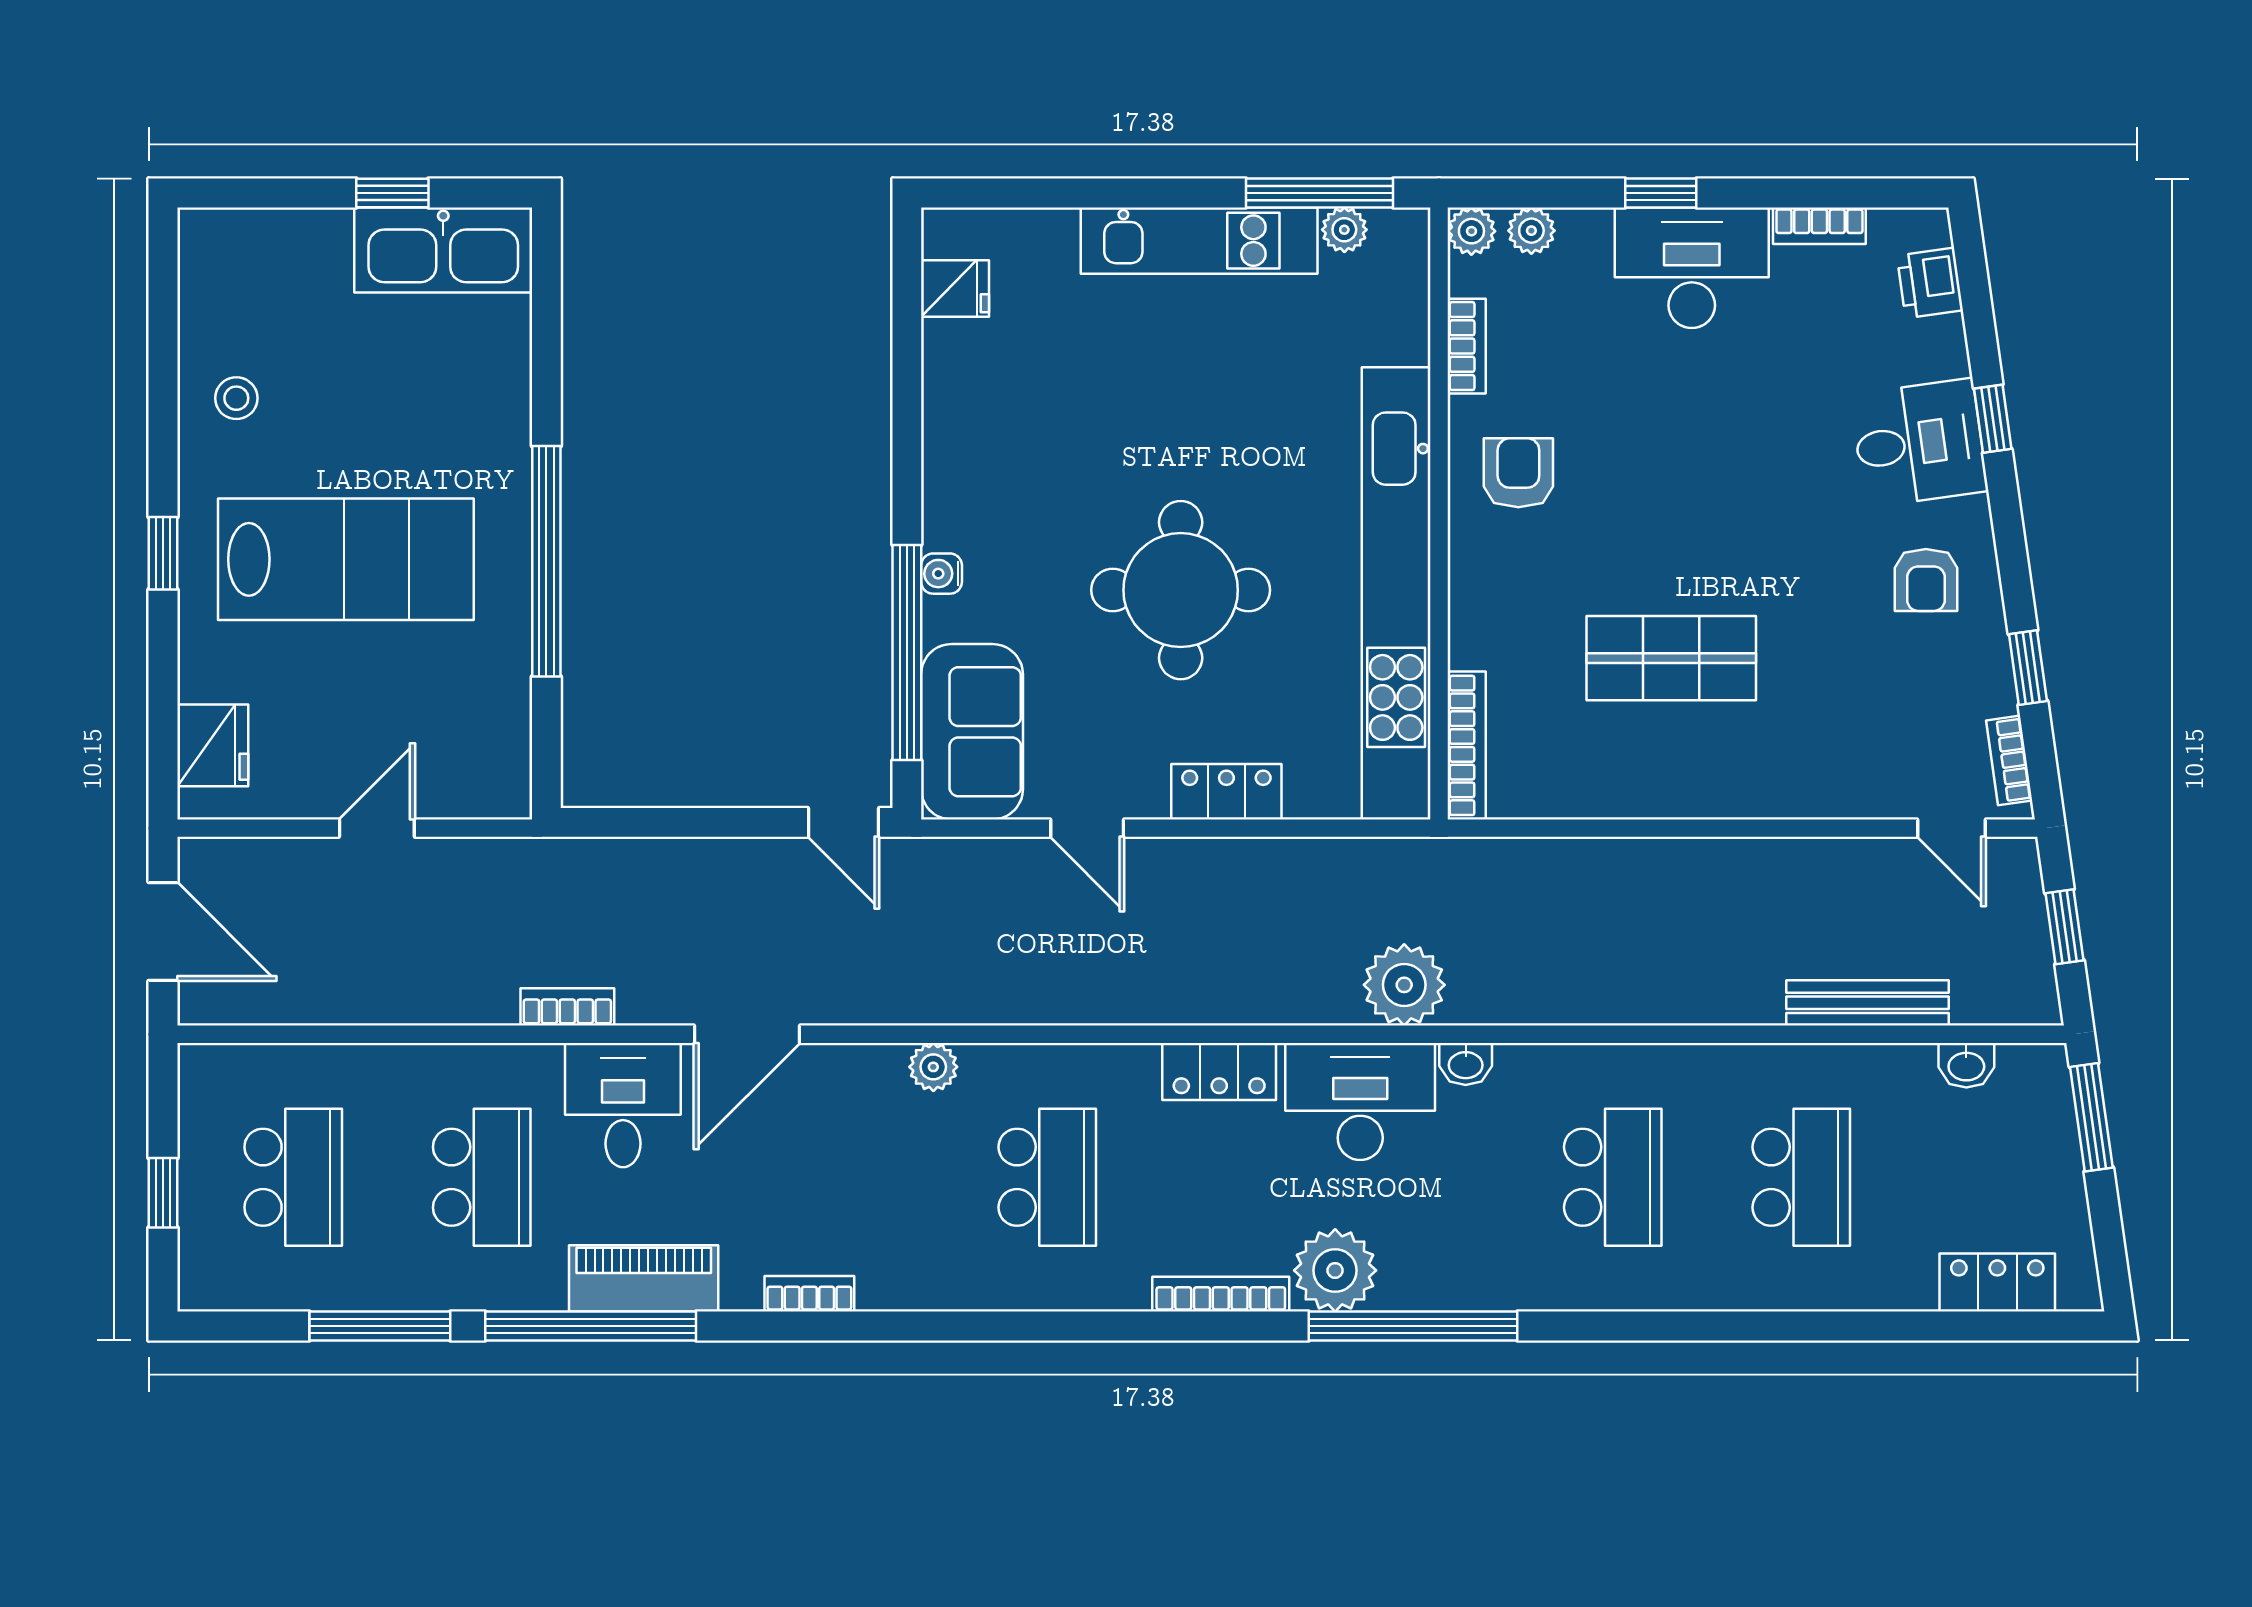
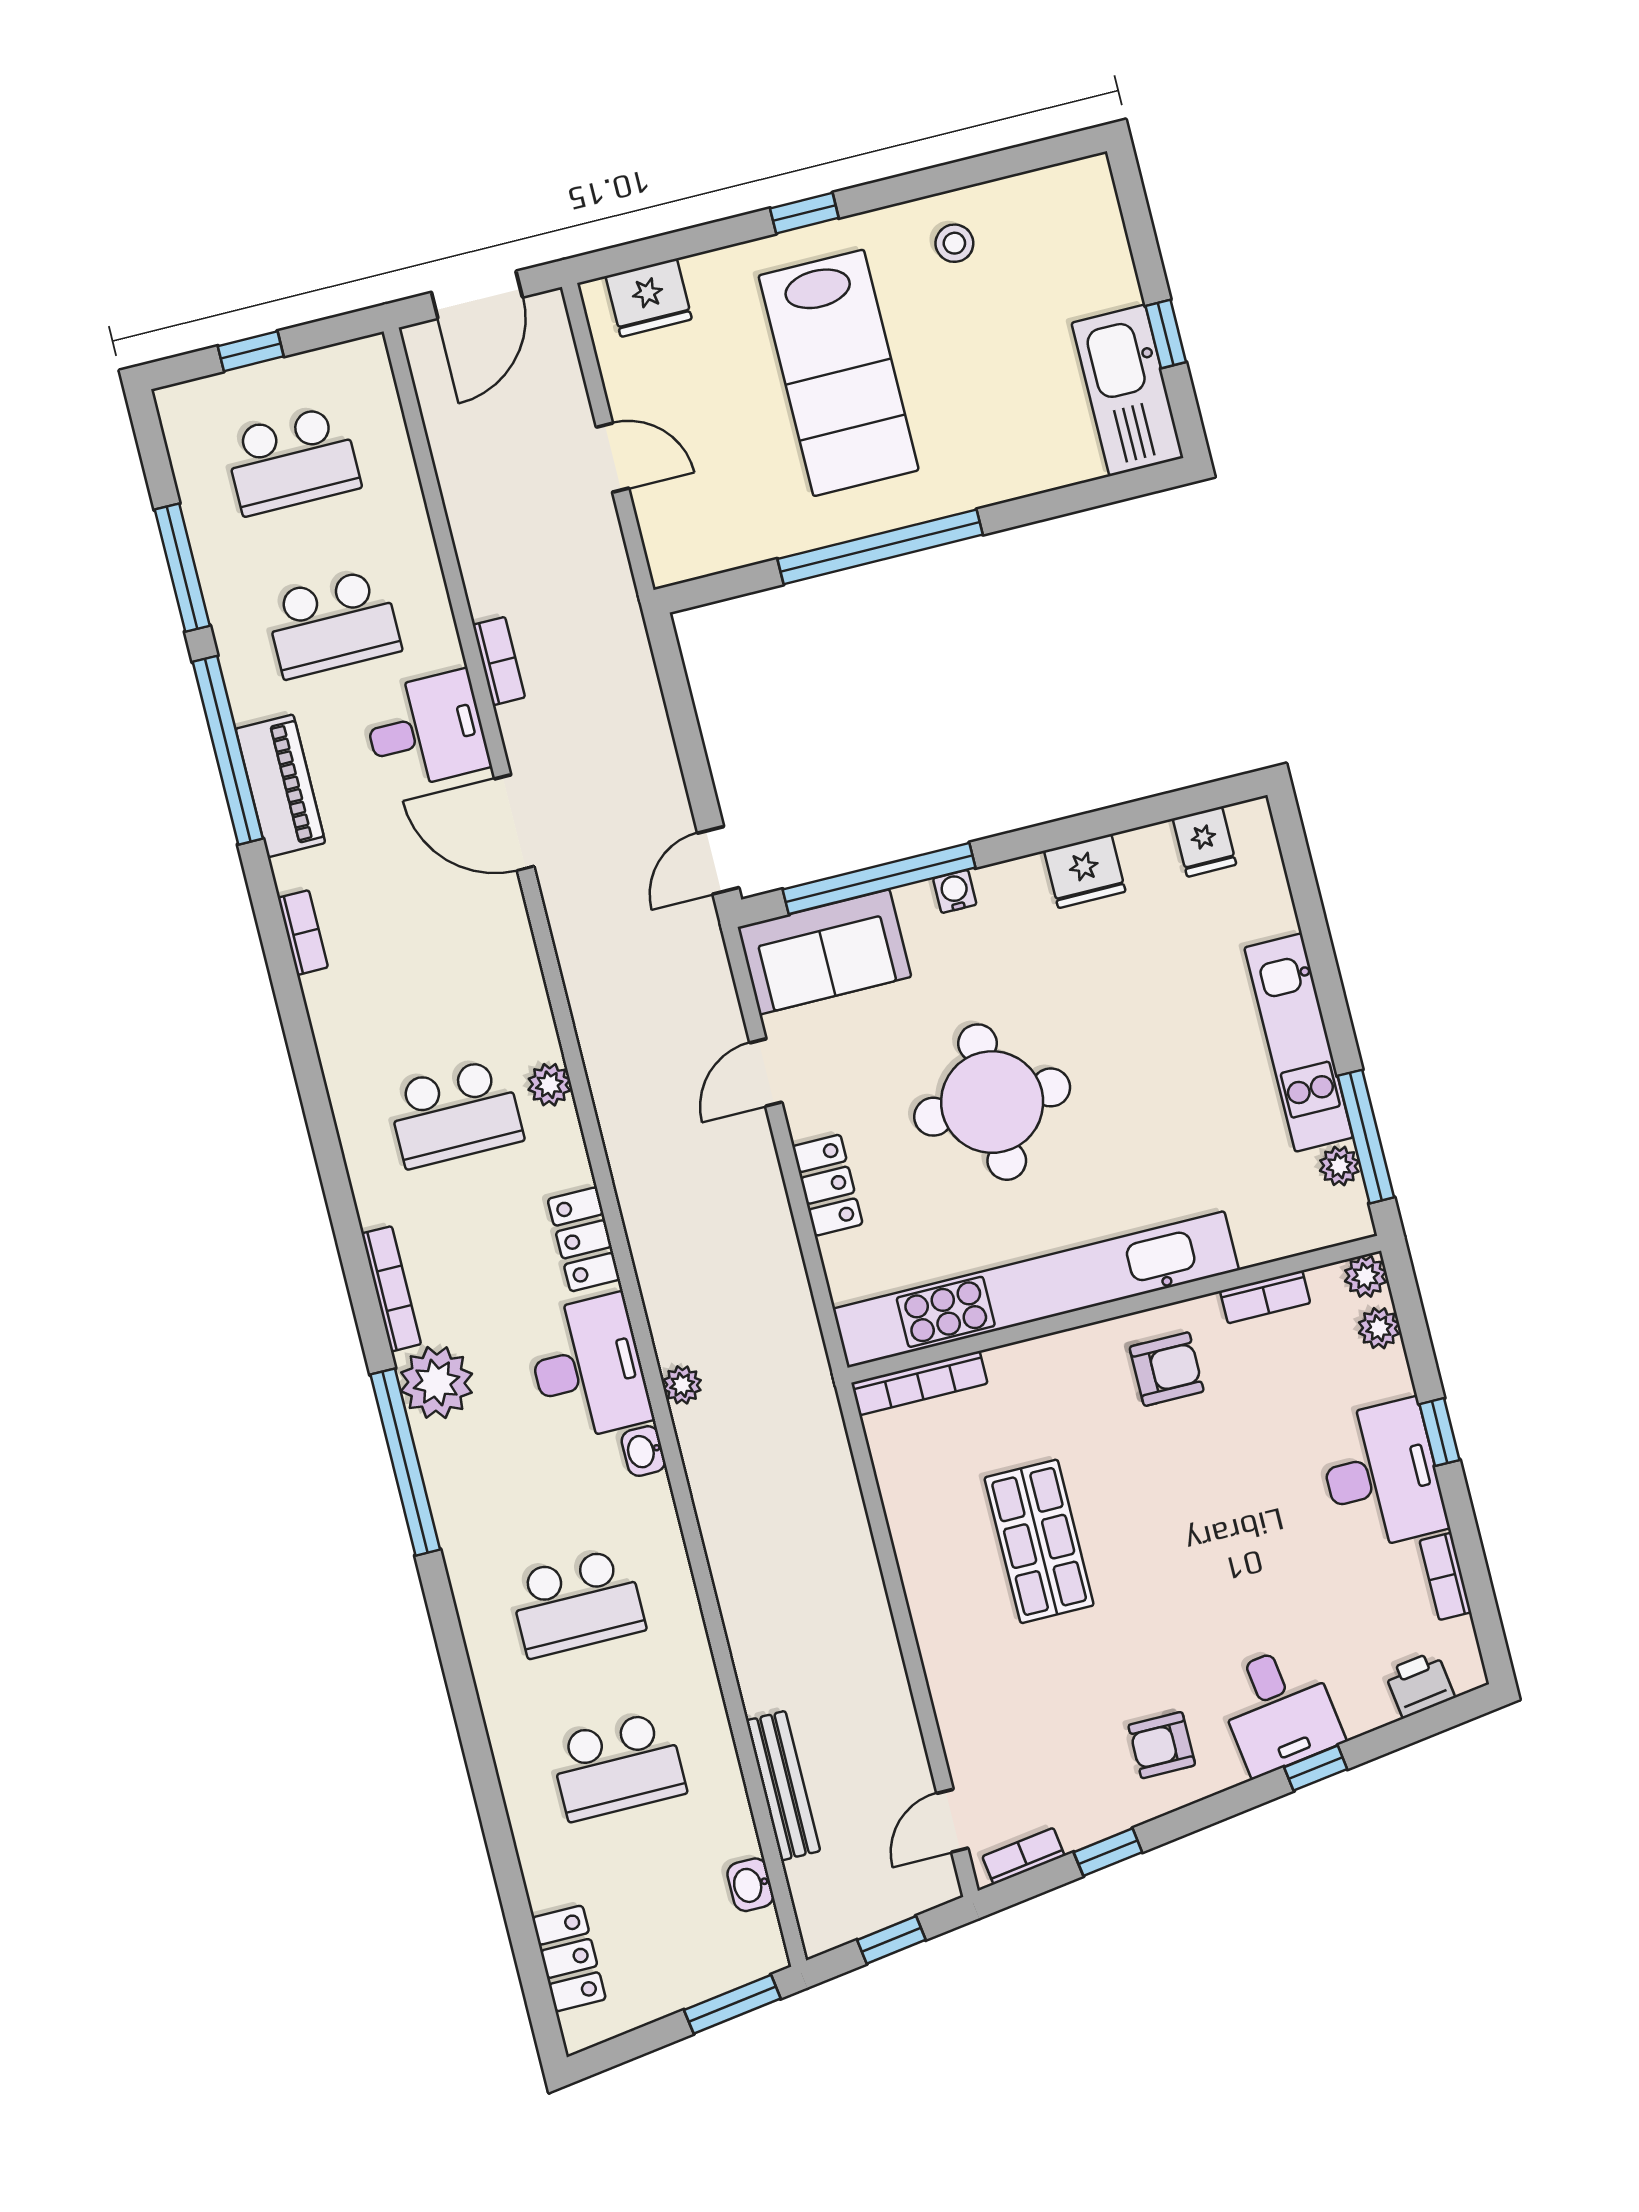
fridge: (955, 427) -> (1085, 871), added
plant: (1404, 985) -> (682, 1385), width x0.53, depth x0.53
plant: (933, 1067) -> (549, 1085), moved

